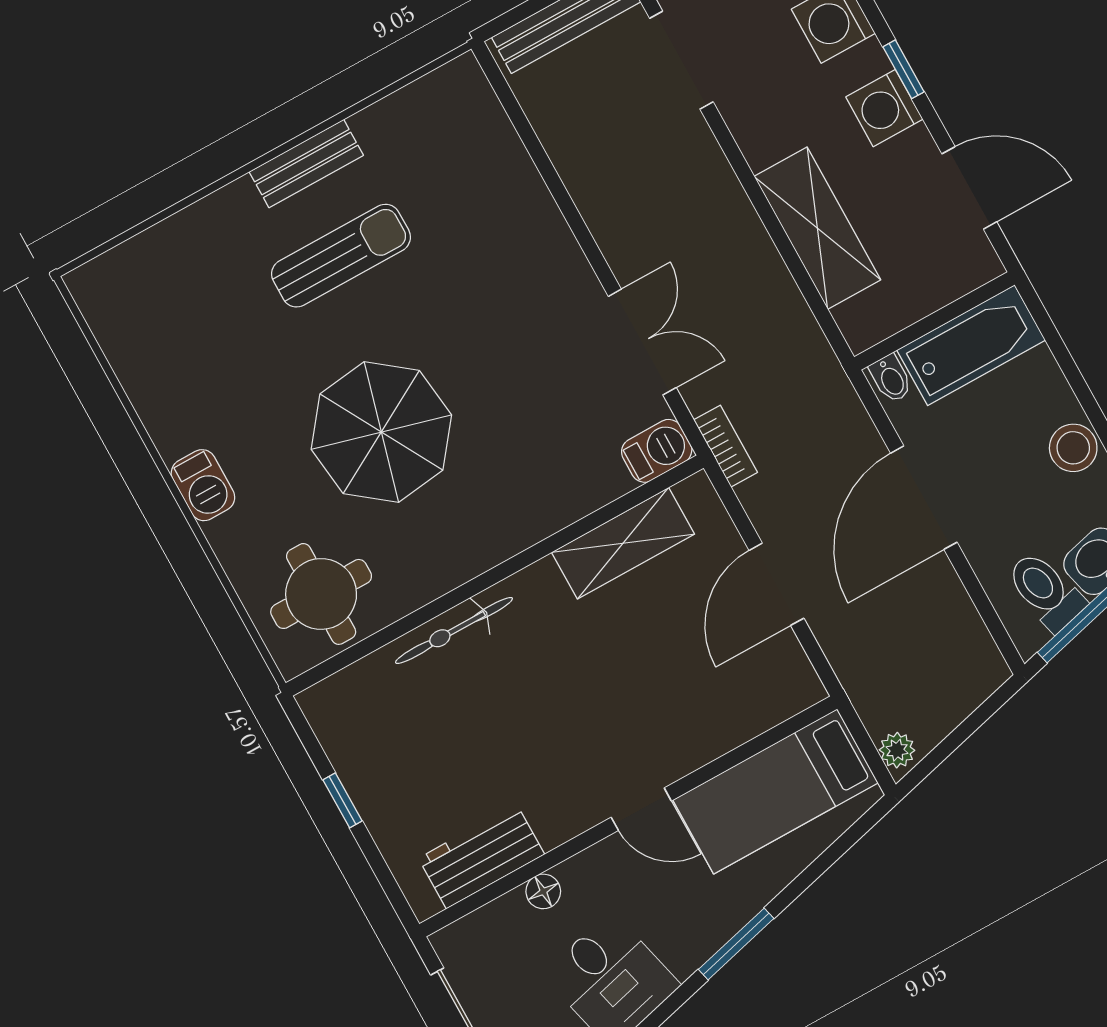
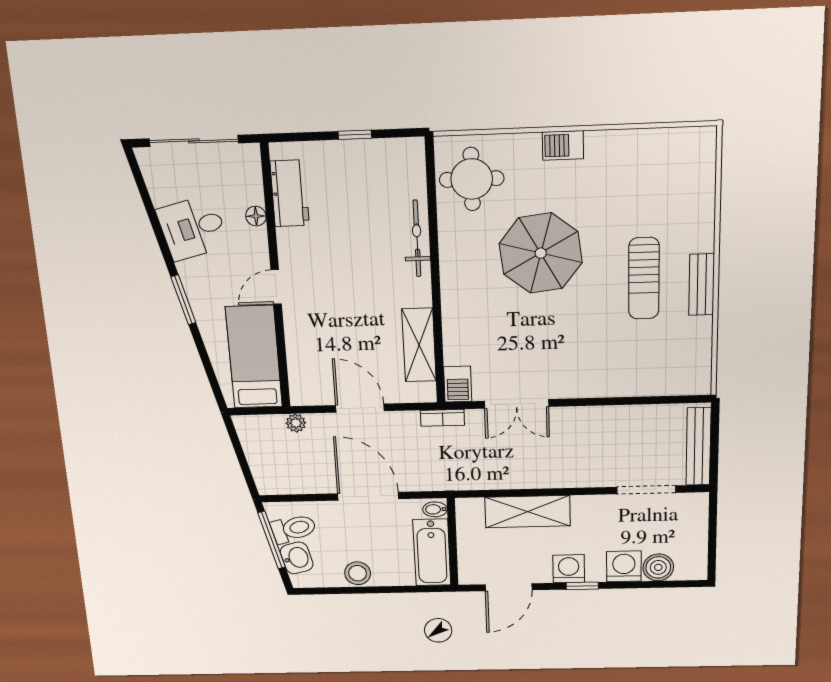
plant: (897, 750) -> (296, 423), moved

